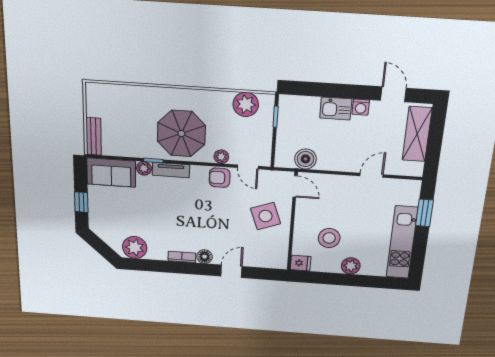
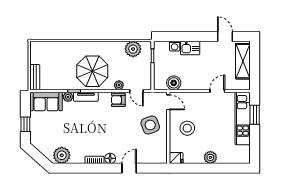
washing machine: (361, 107) -> (175, 46), moved
stool: (329, 238) -> (187, 128), moved
kitchen unit: (402, 242) -> (243, 118), moved

